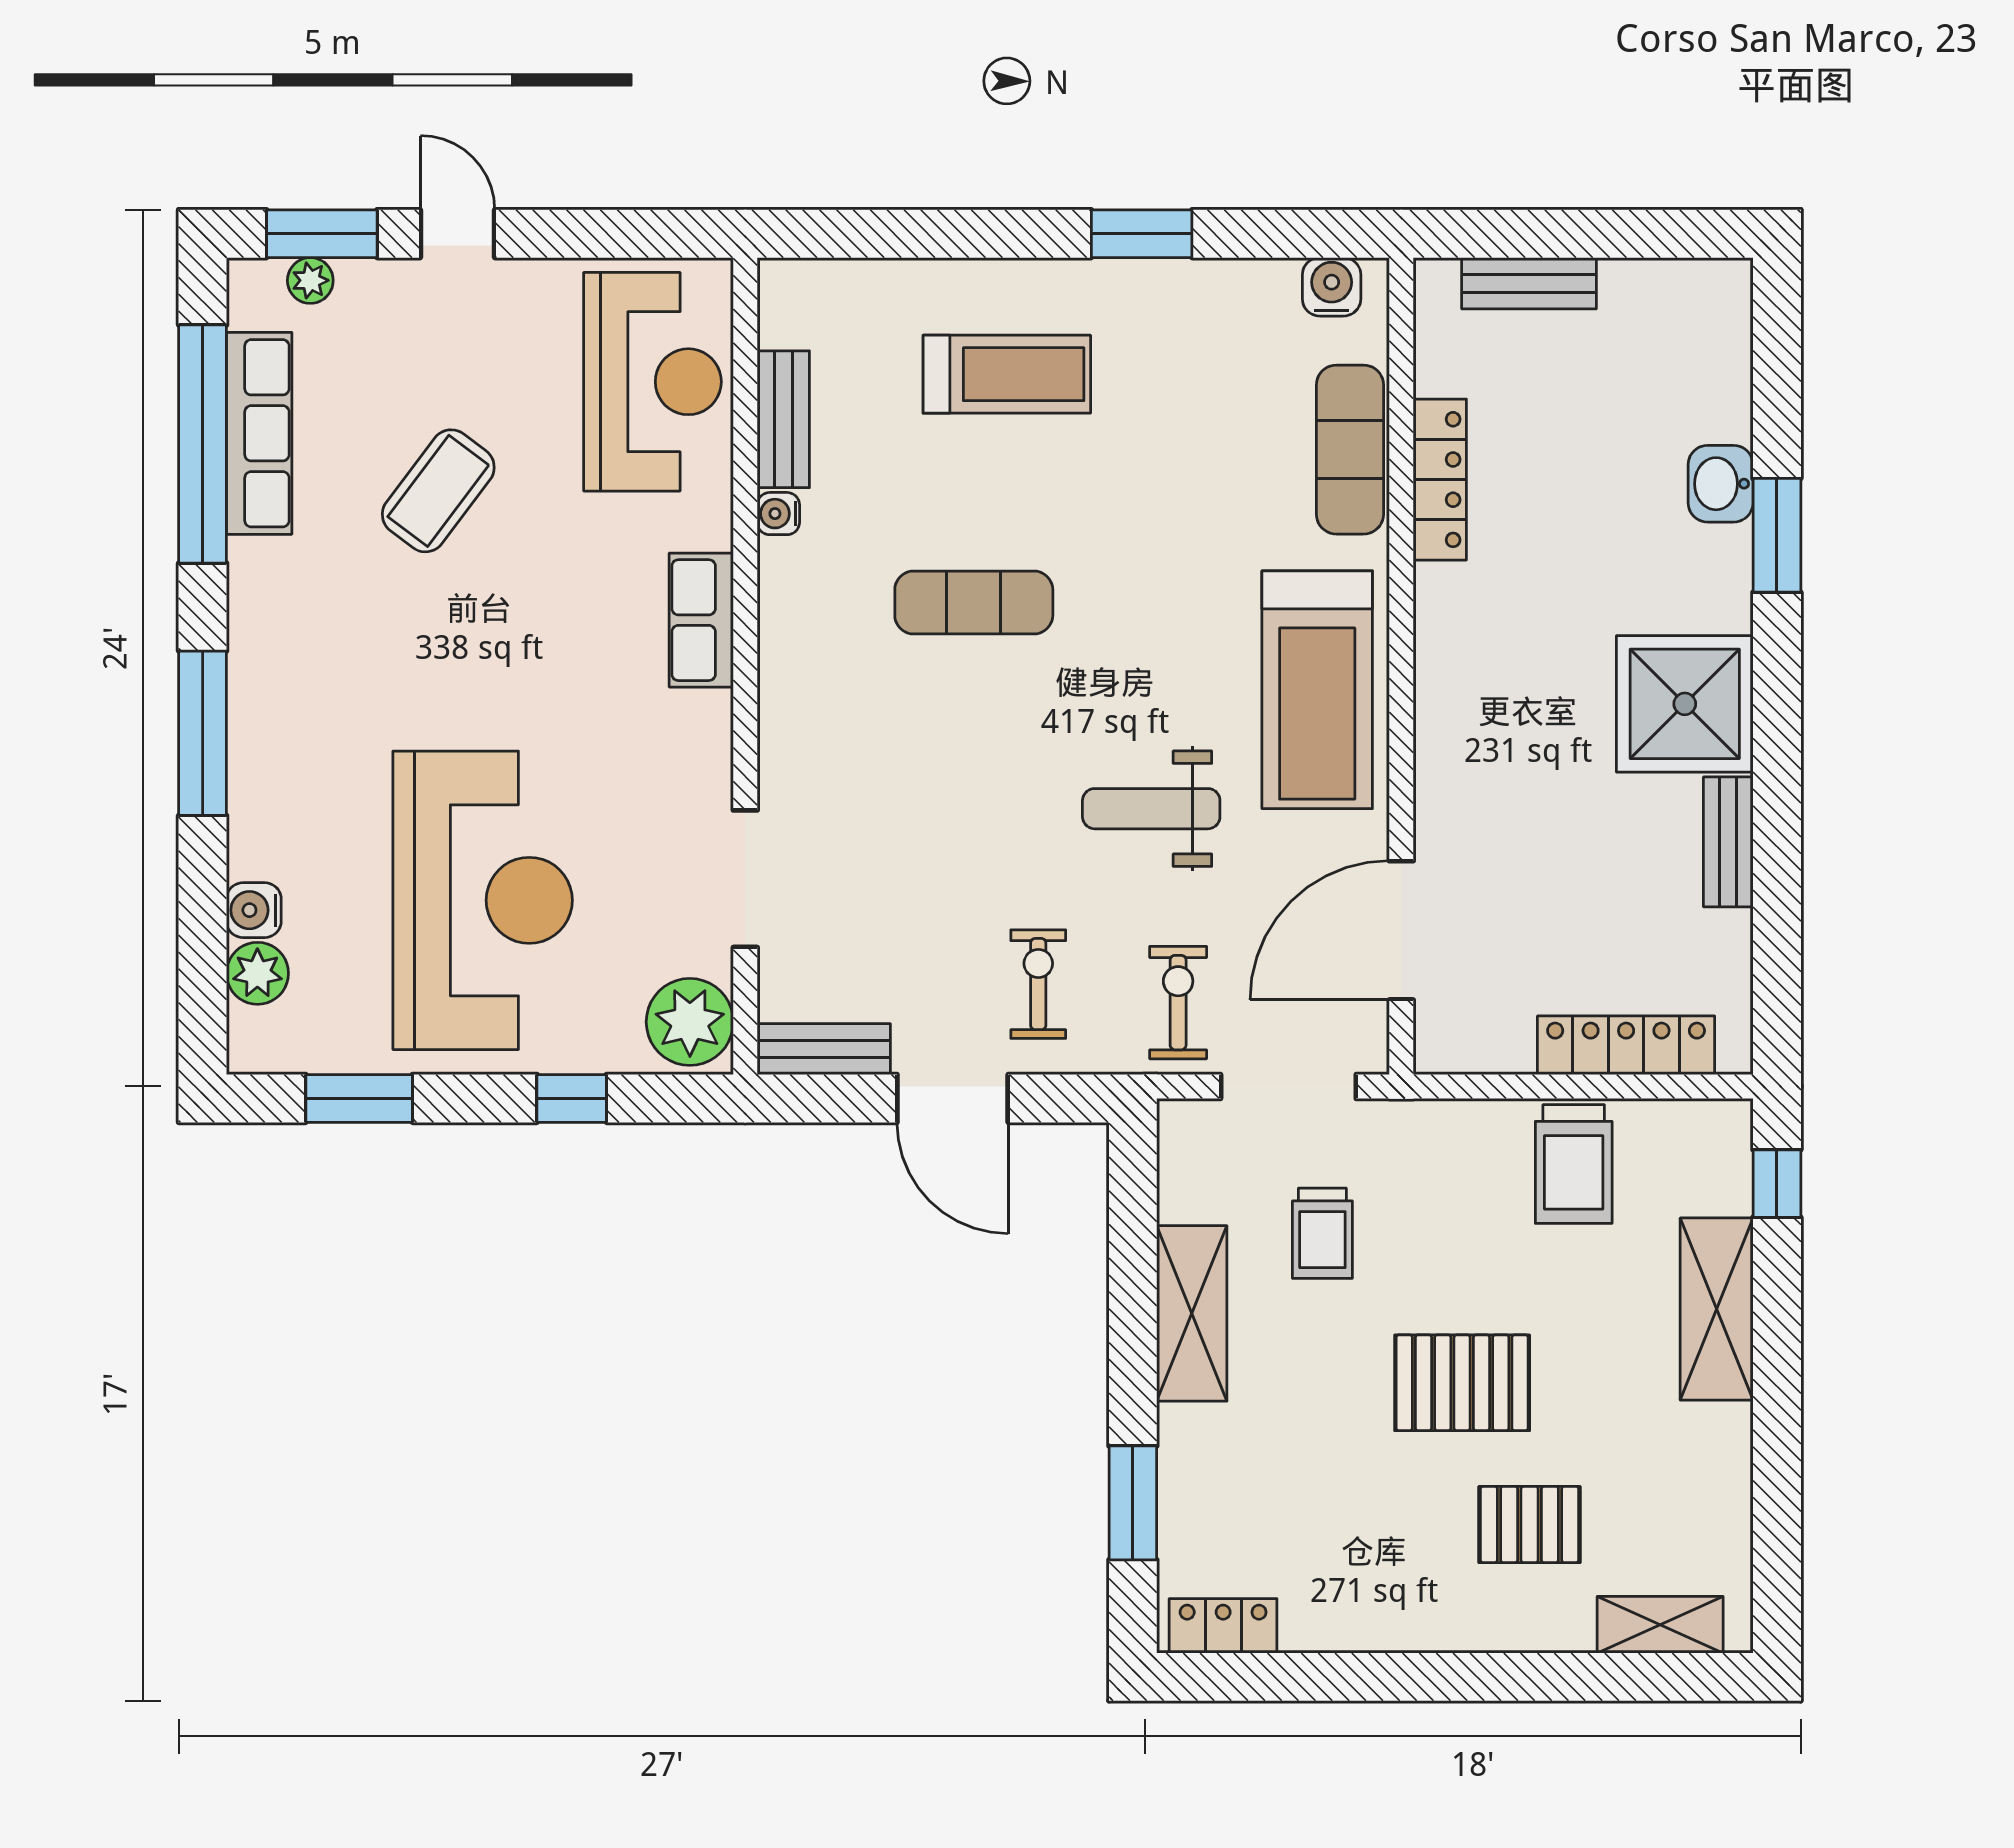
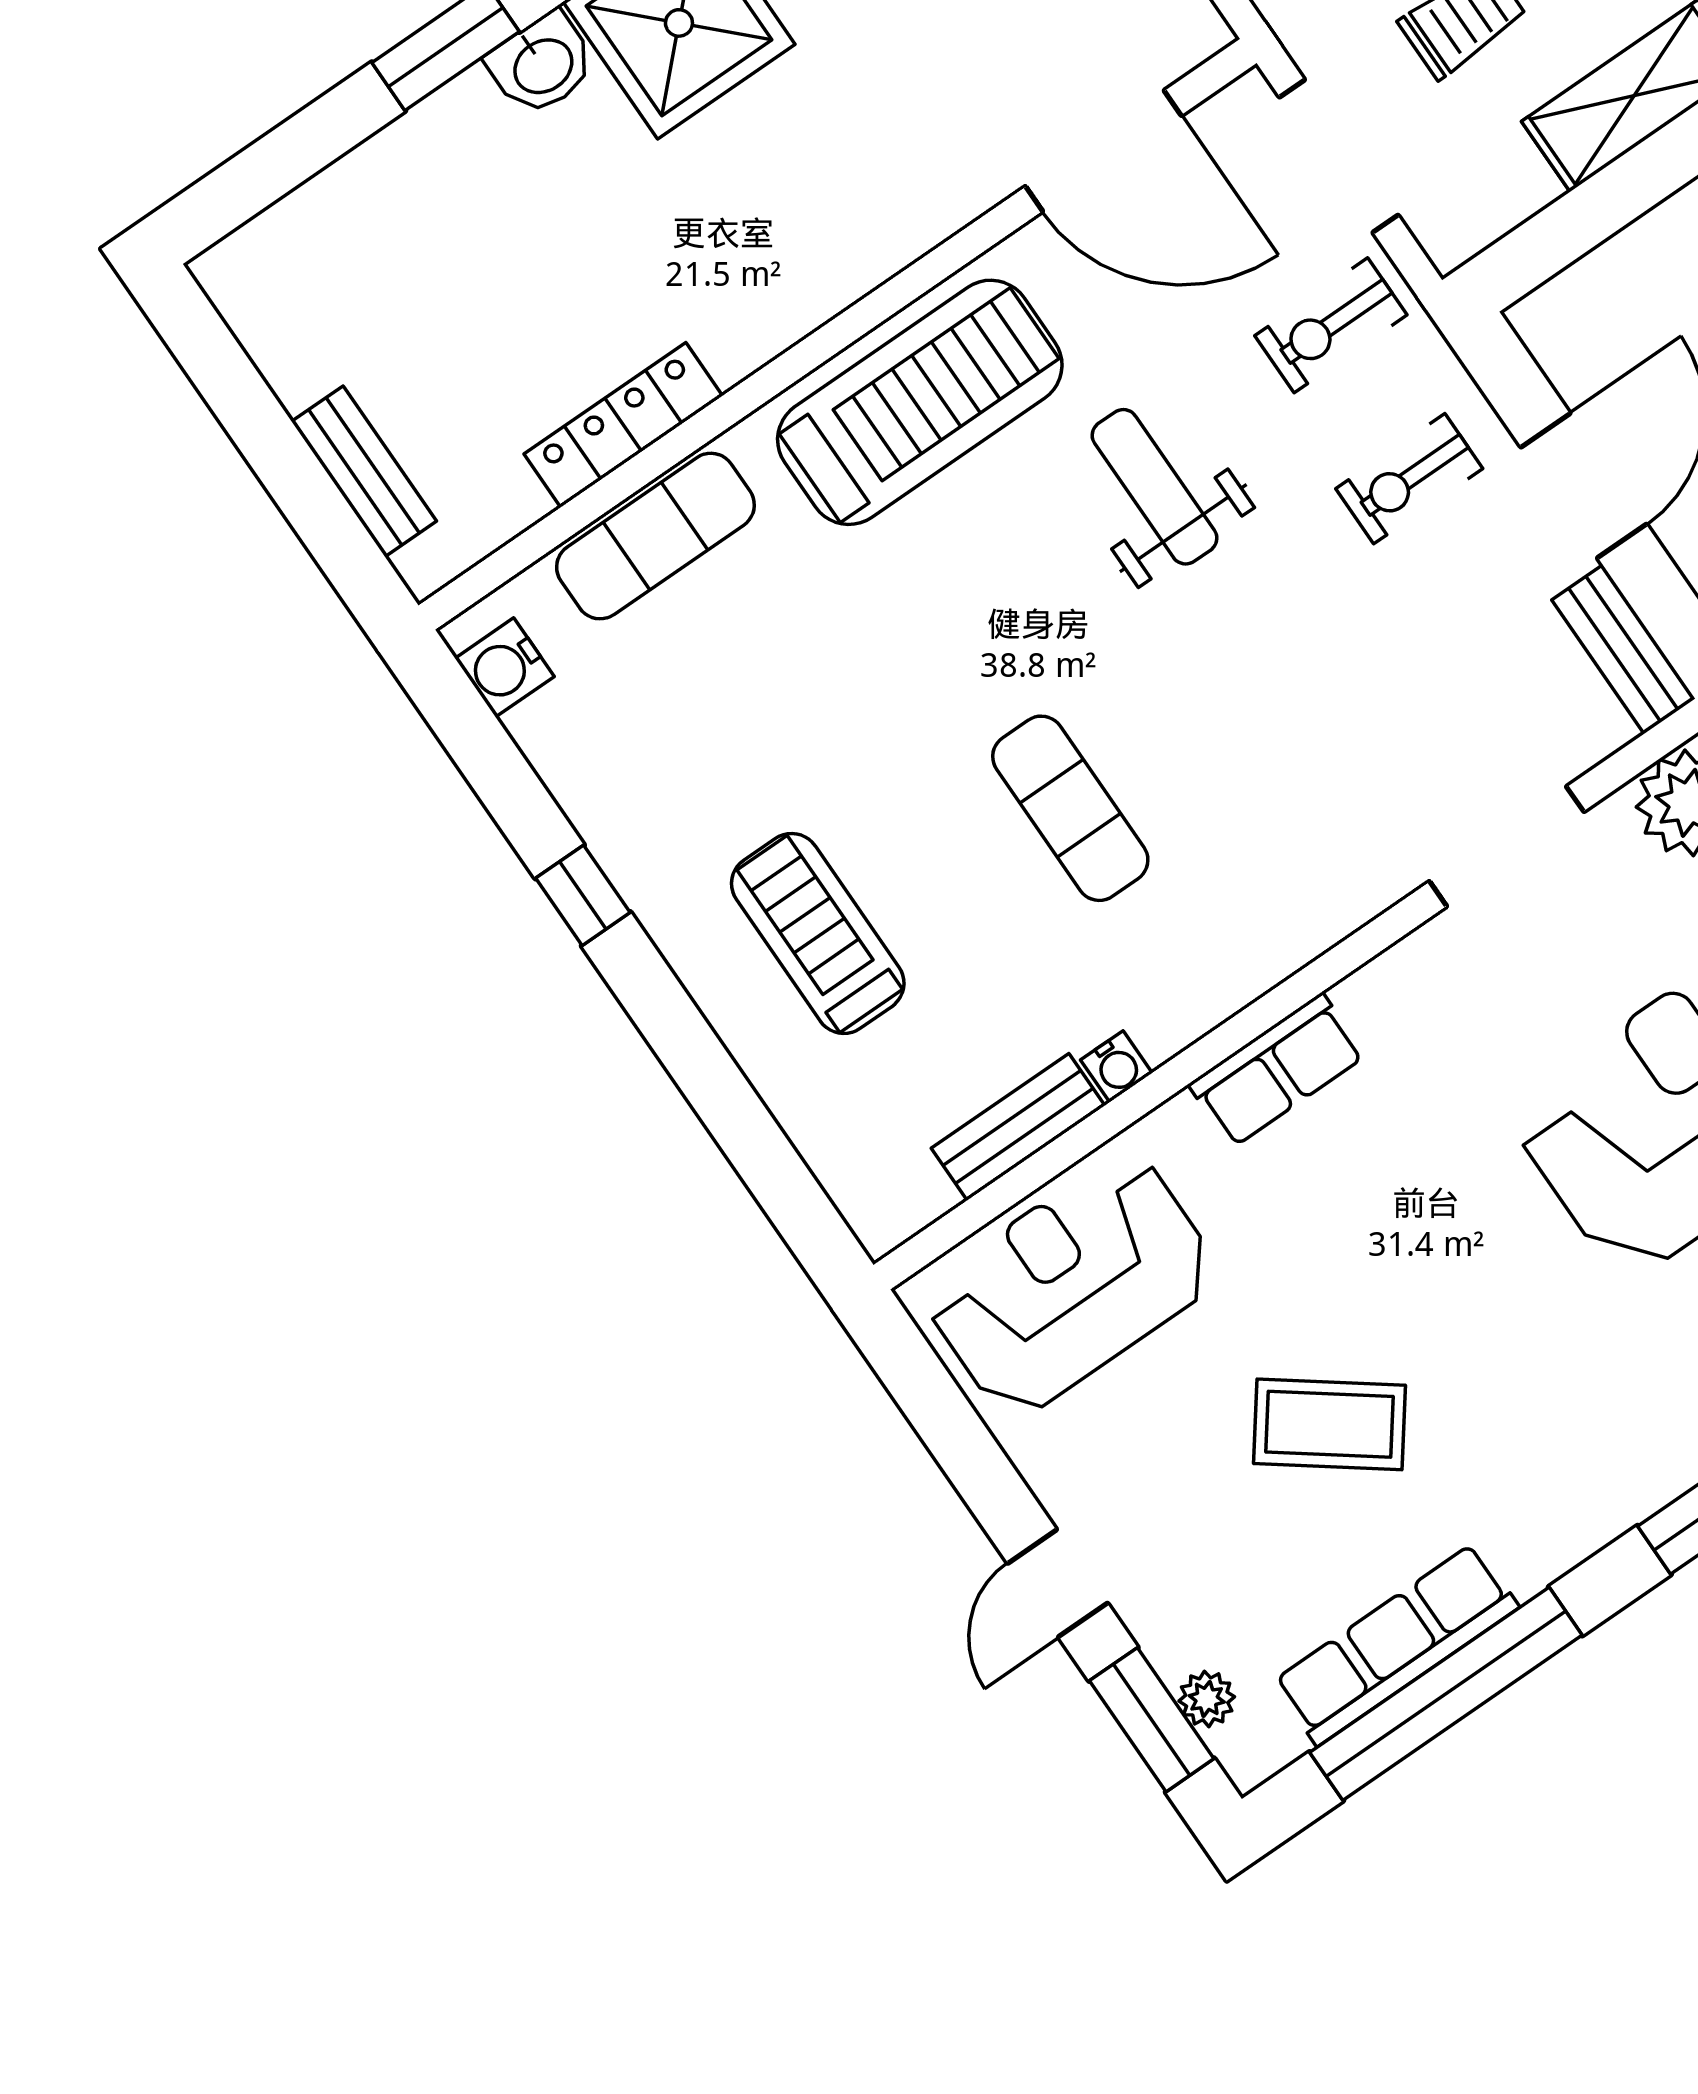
window: (1142, 234) -> (583, 895), width x0.67
washbasin: (1721, 484) -> (542, 64), moved
weight bench: (1151, 809) -> (1155, 487), turned 180

